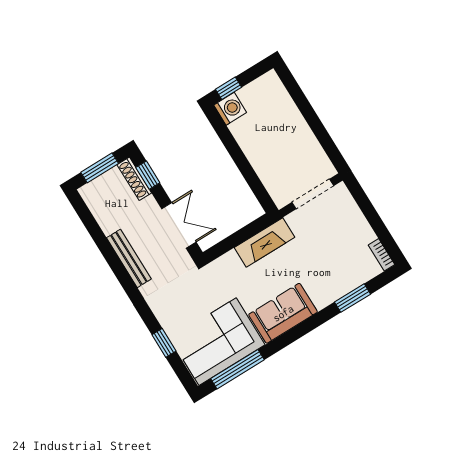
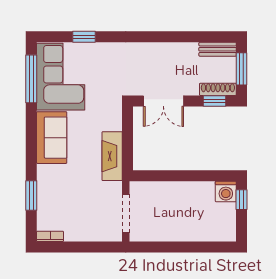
bench: (129, 258) -> (218, 49), moved, width x0.73

